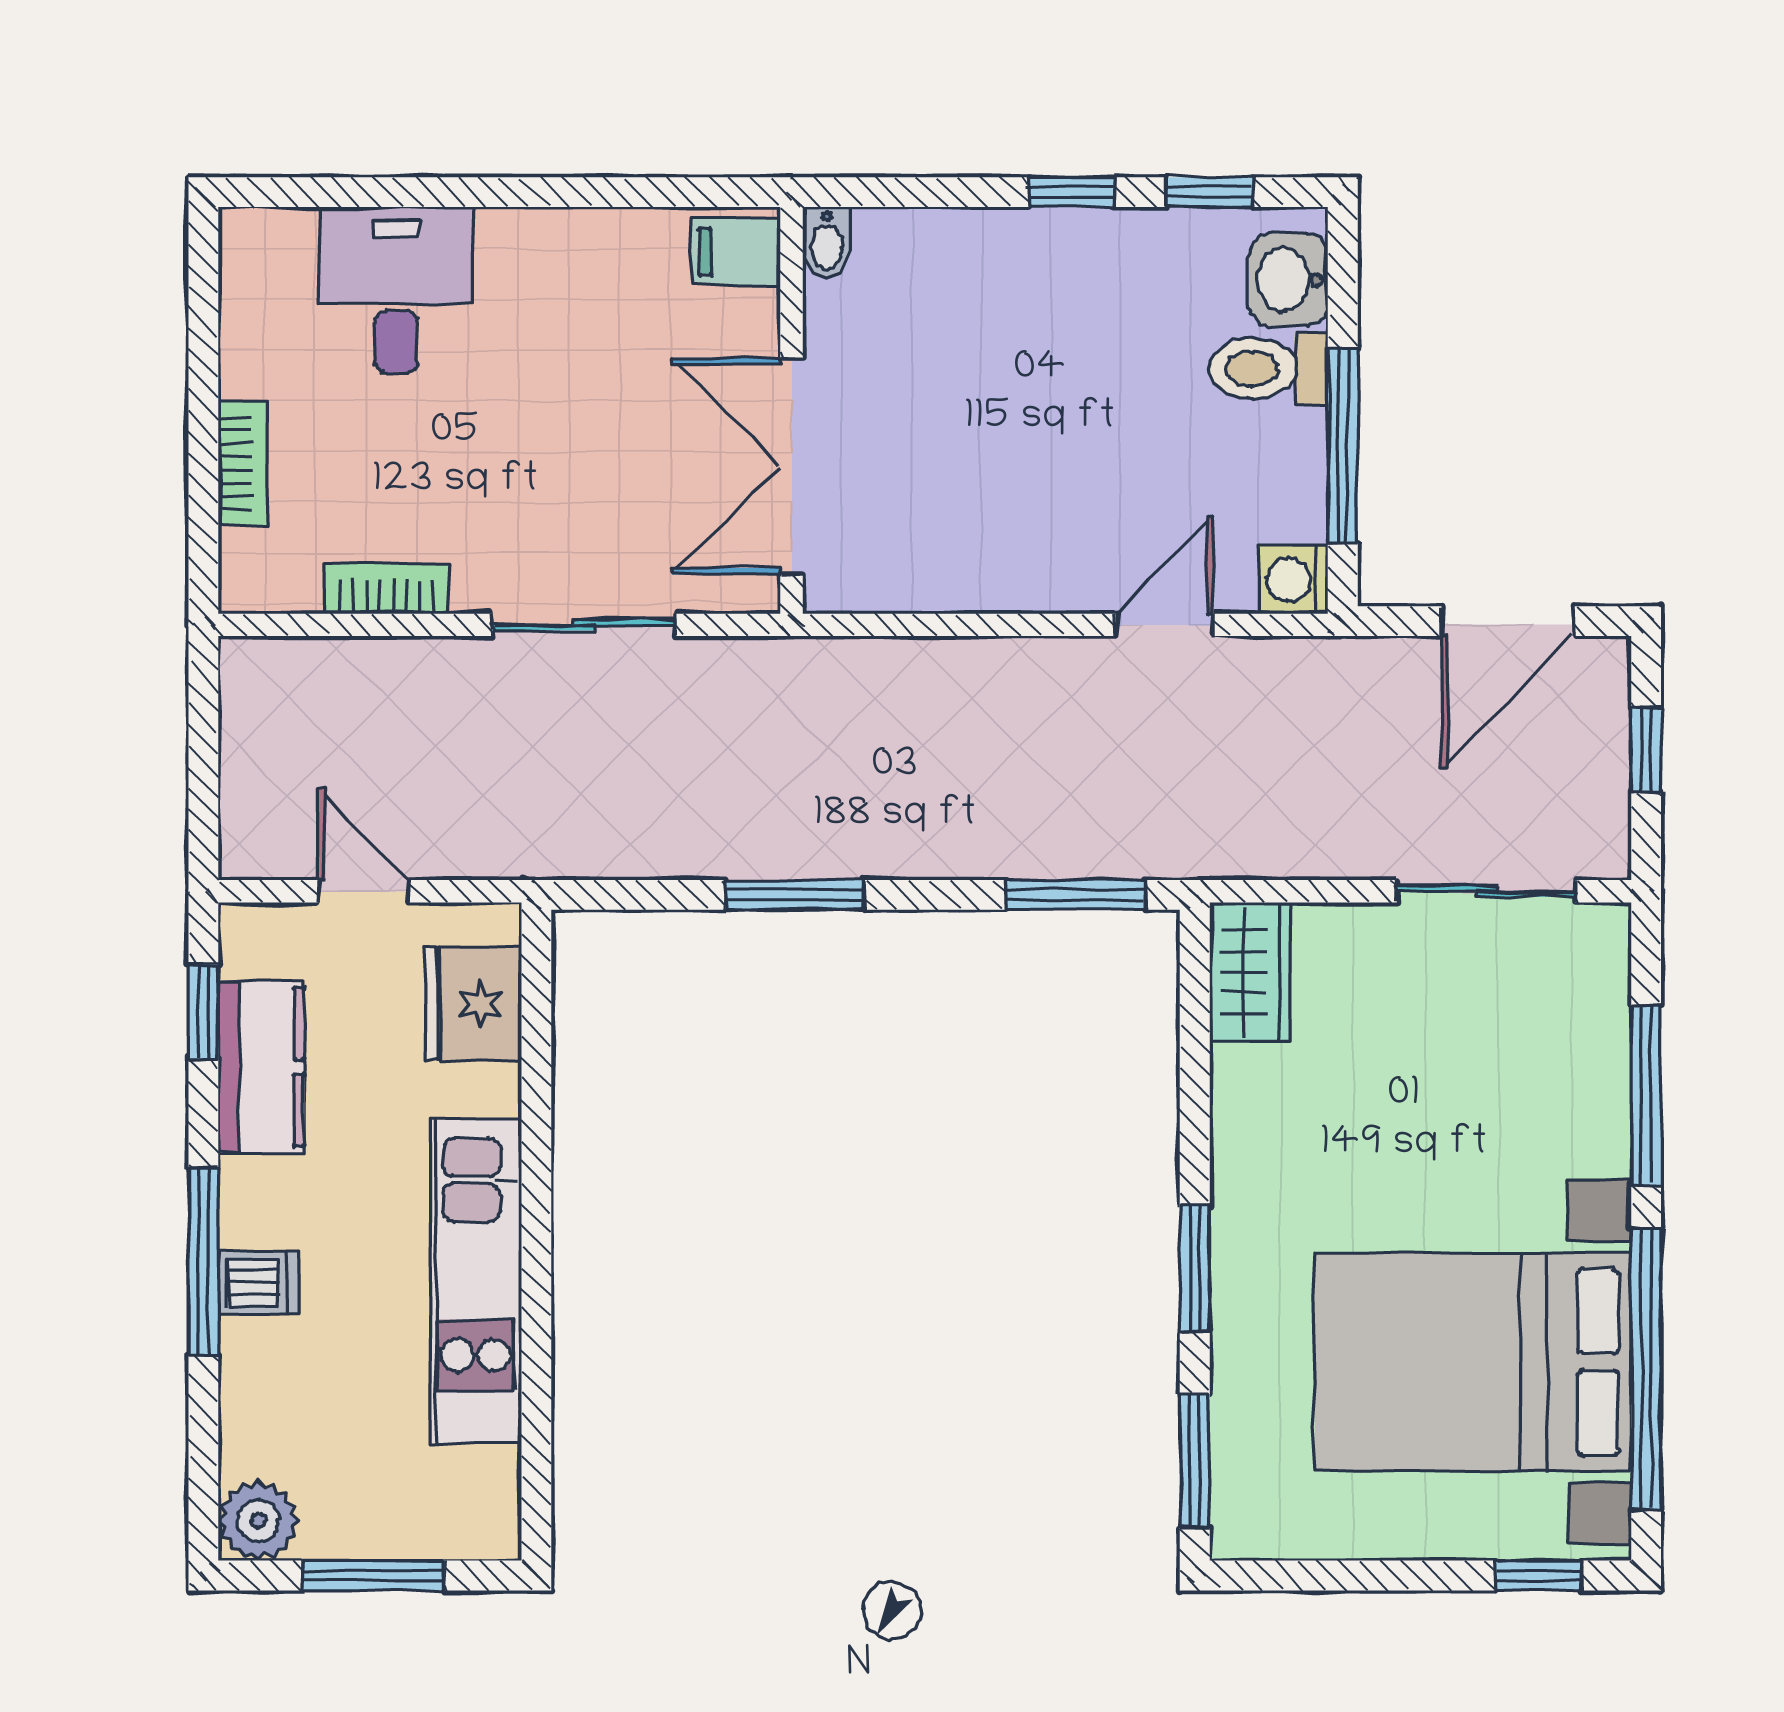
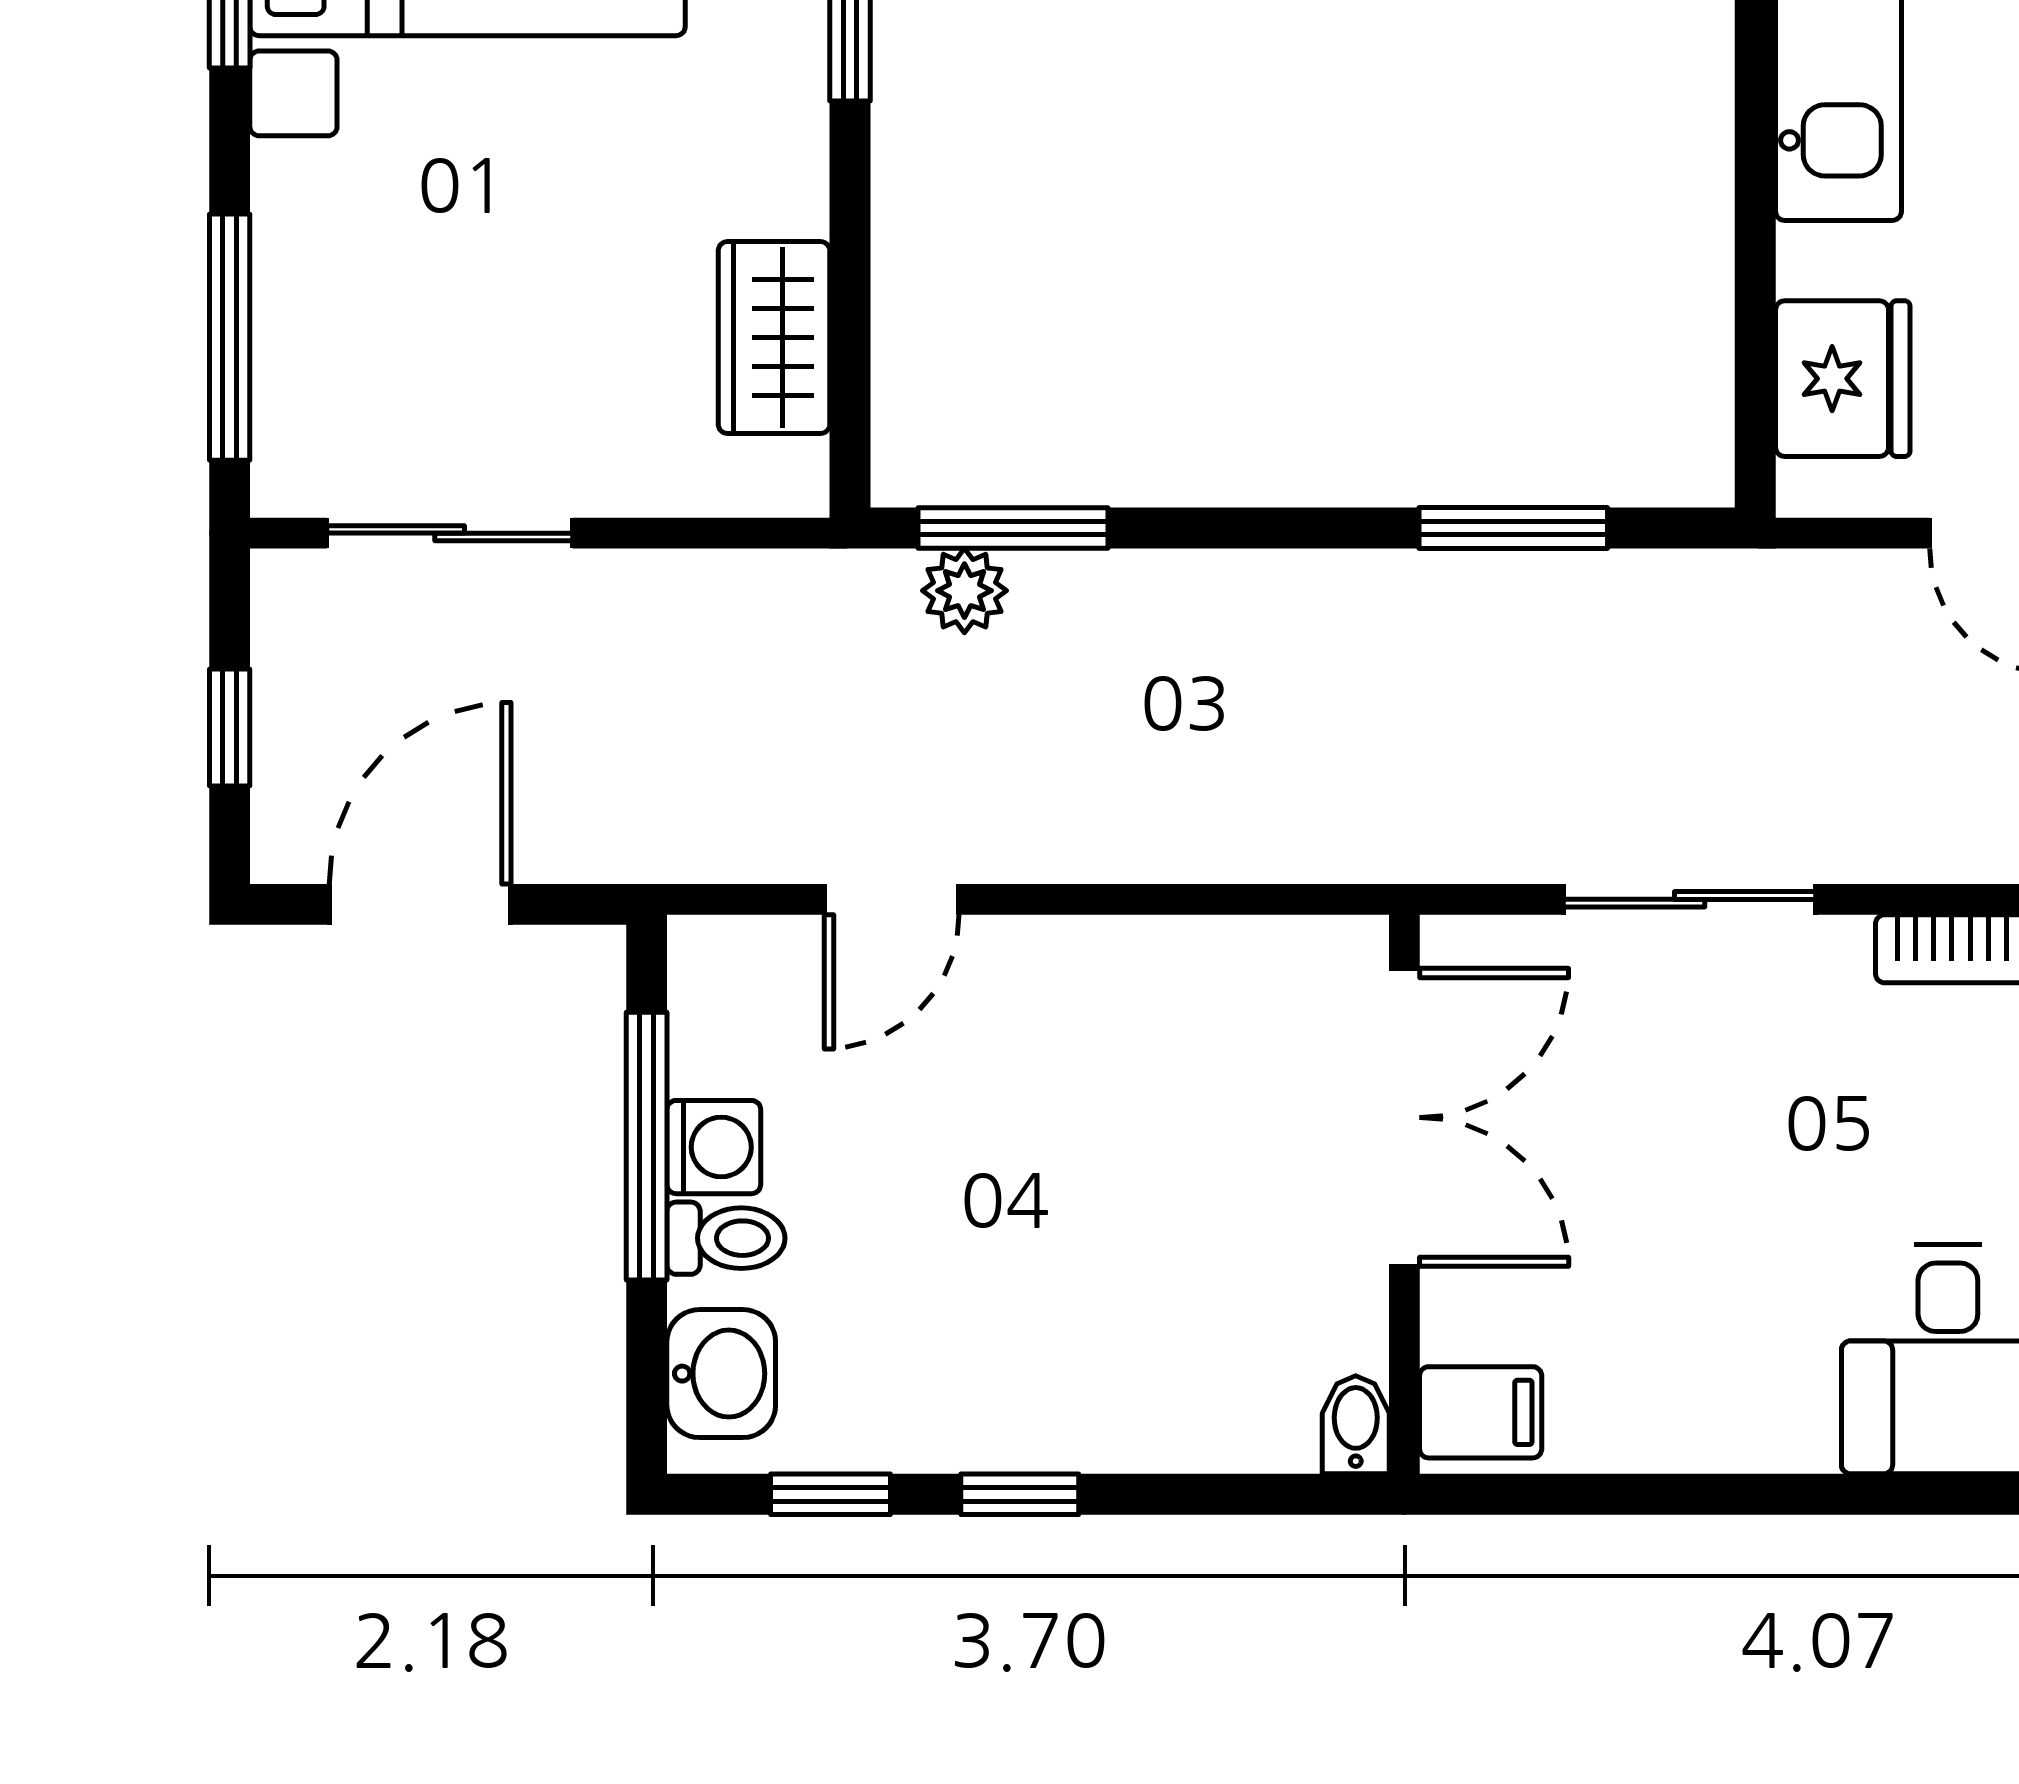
toilet: (1268, 369) -> (726, 1238), width x0.73, depth x0.72
washing machine: (1294, 580) -> (714, 1147), moved
plant: (1112, 849) -> (964, 591), added
window: (795, 895) -> (1513, 528), moved
wardrobe: (1250, 972) -> (774, 338), moved
window: (1646, 1095) -> (230, 337), moved

